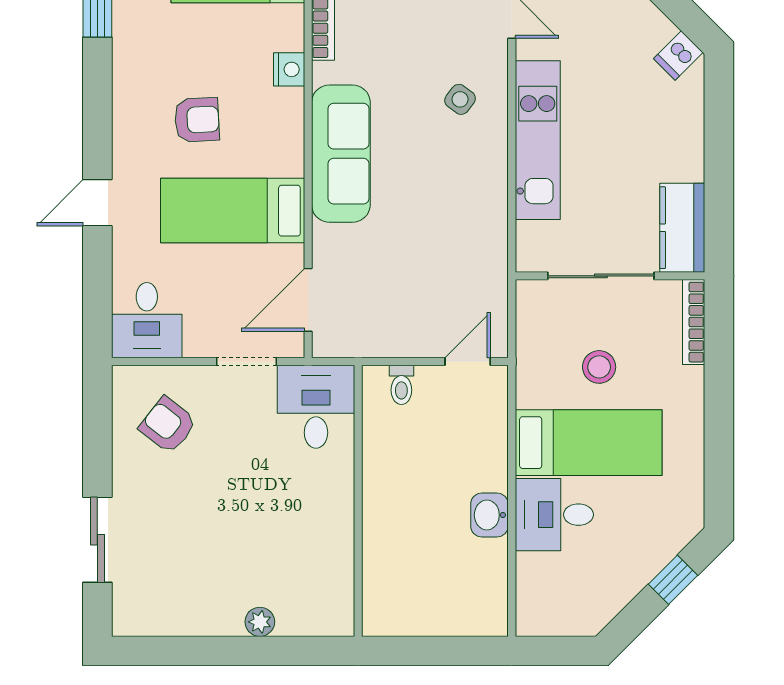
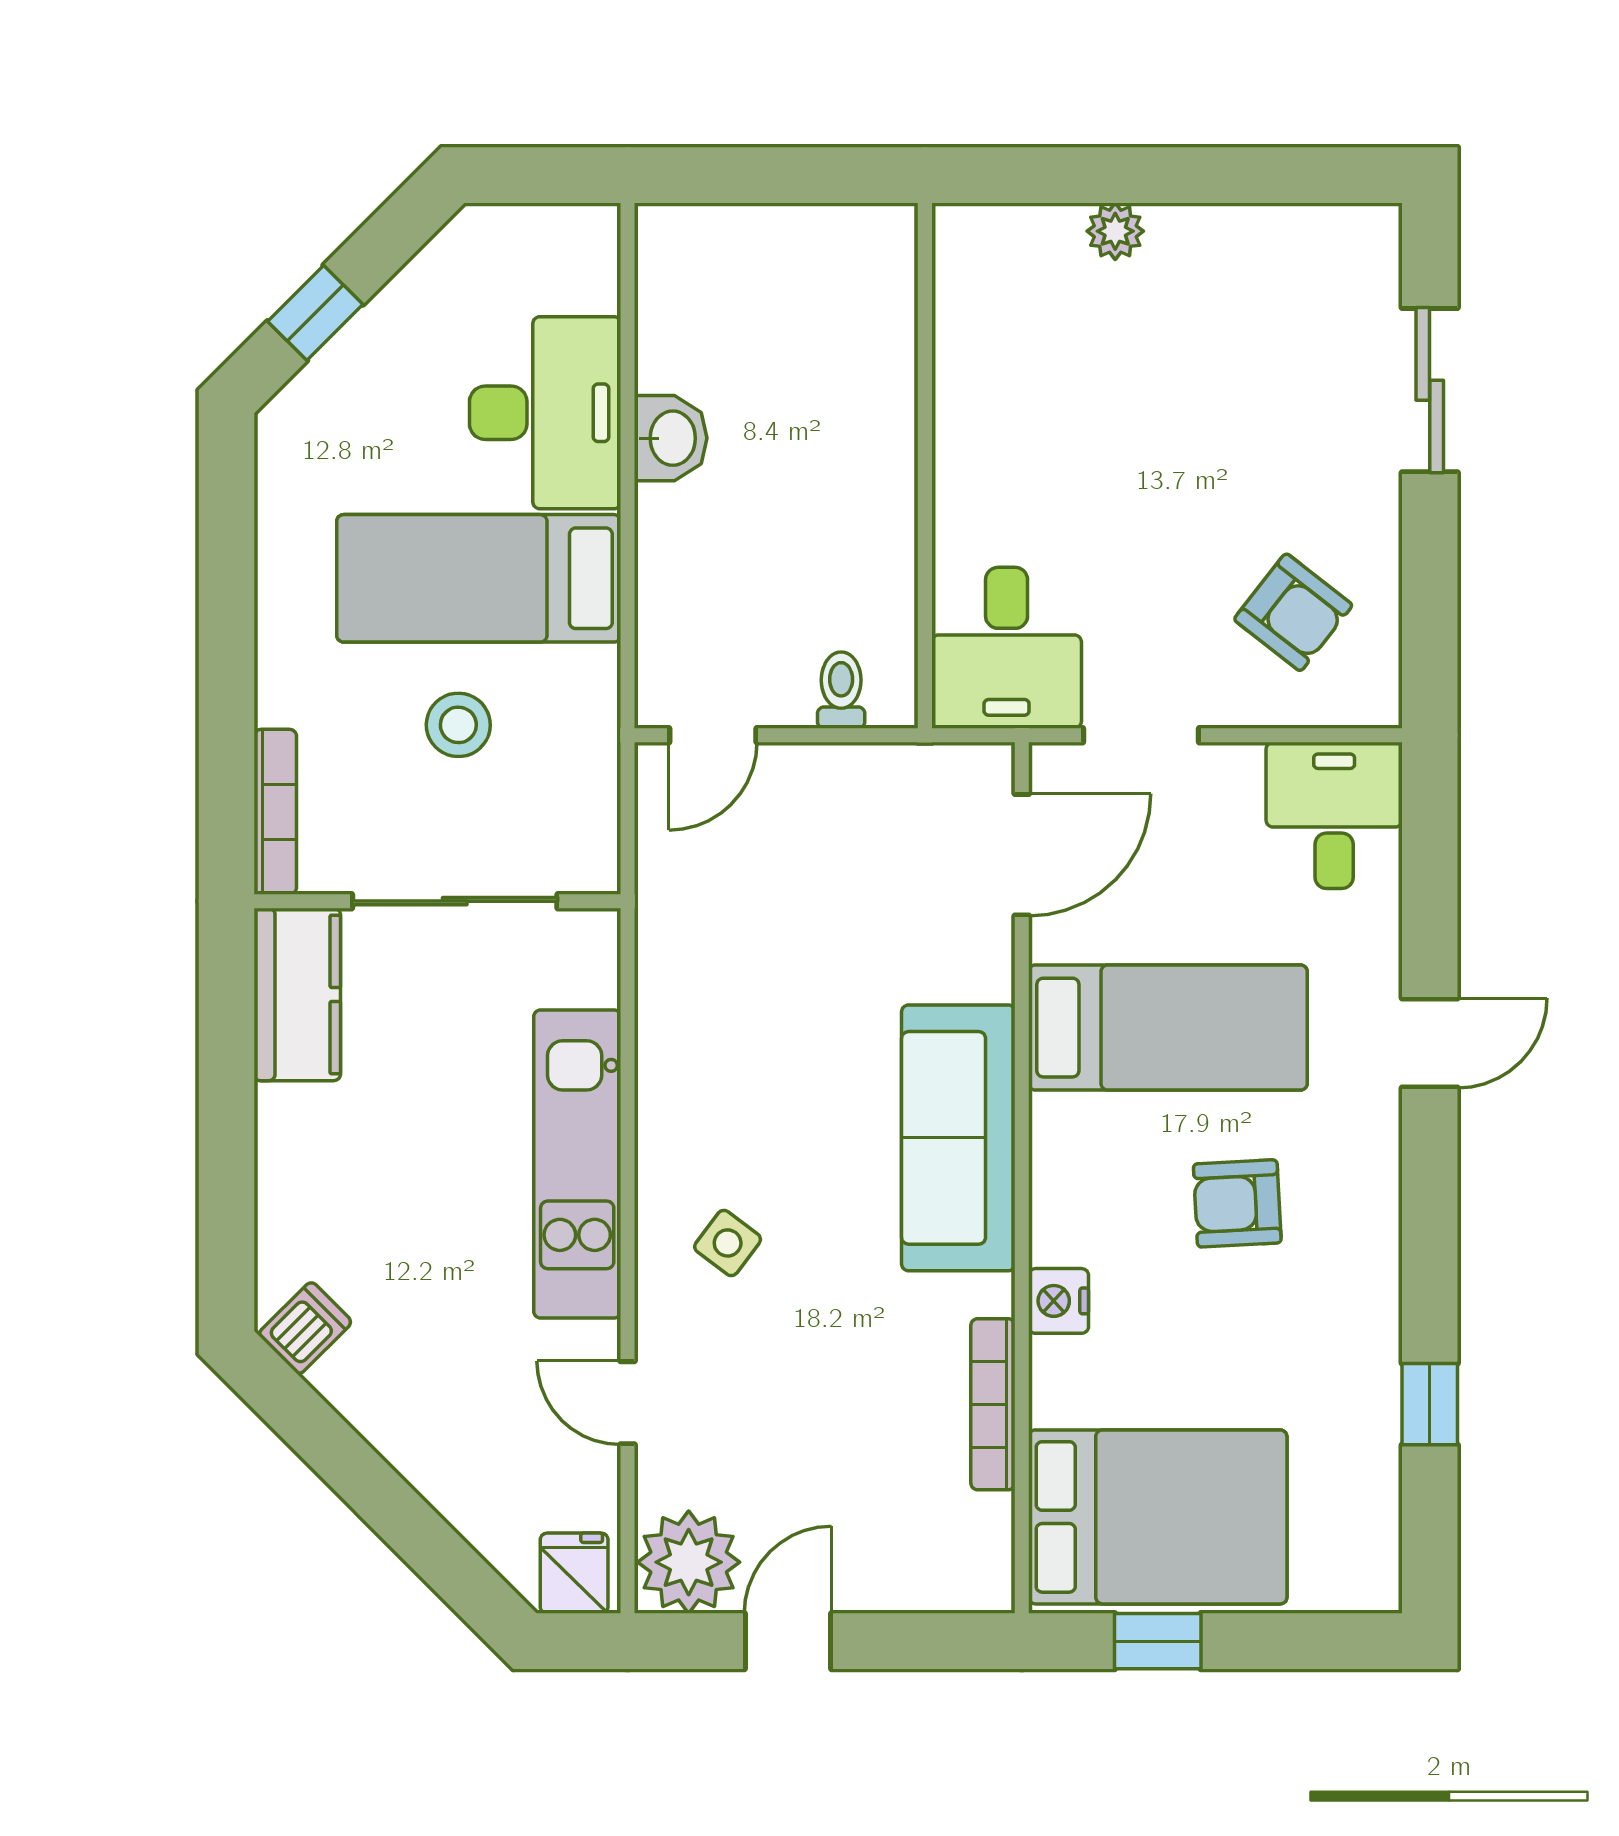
desk: (554, 515) -> (545, 413), width x1.37

